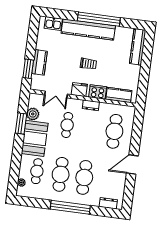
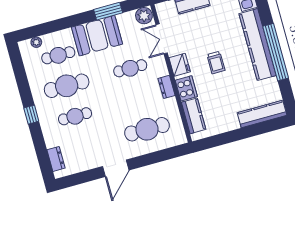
plant: (33, 114) -> (144, 16), moved
door: (132, 165) -> (116, 168), swing flipped
cafe table: (84, 177) -> (75, 116), width x0.73, depth x0.74
window: (70, 207) -> (31, 115), width x0.32

